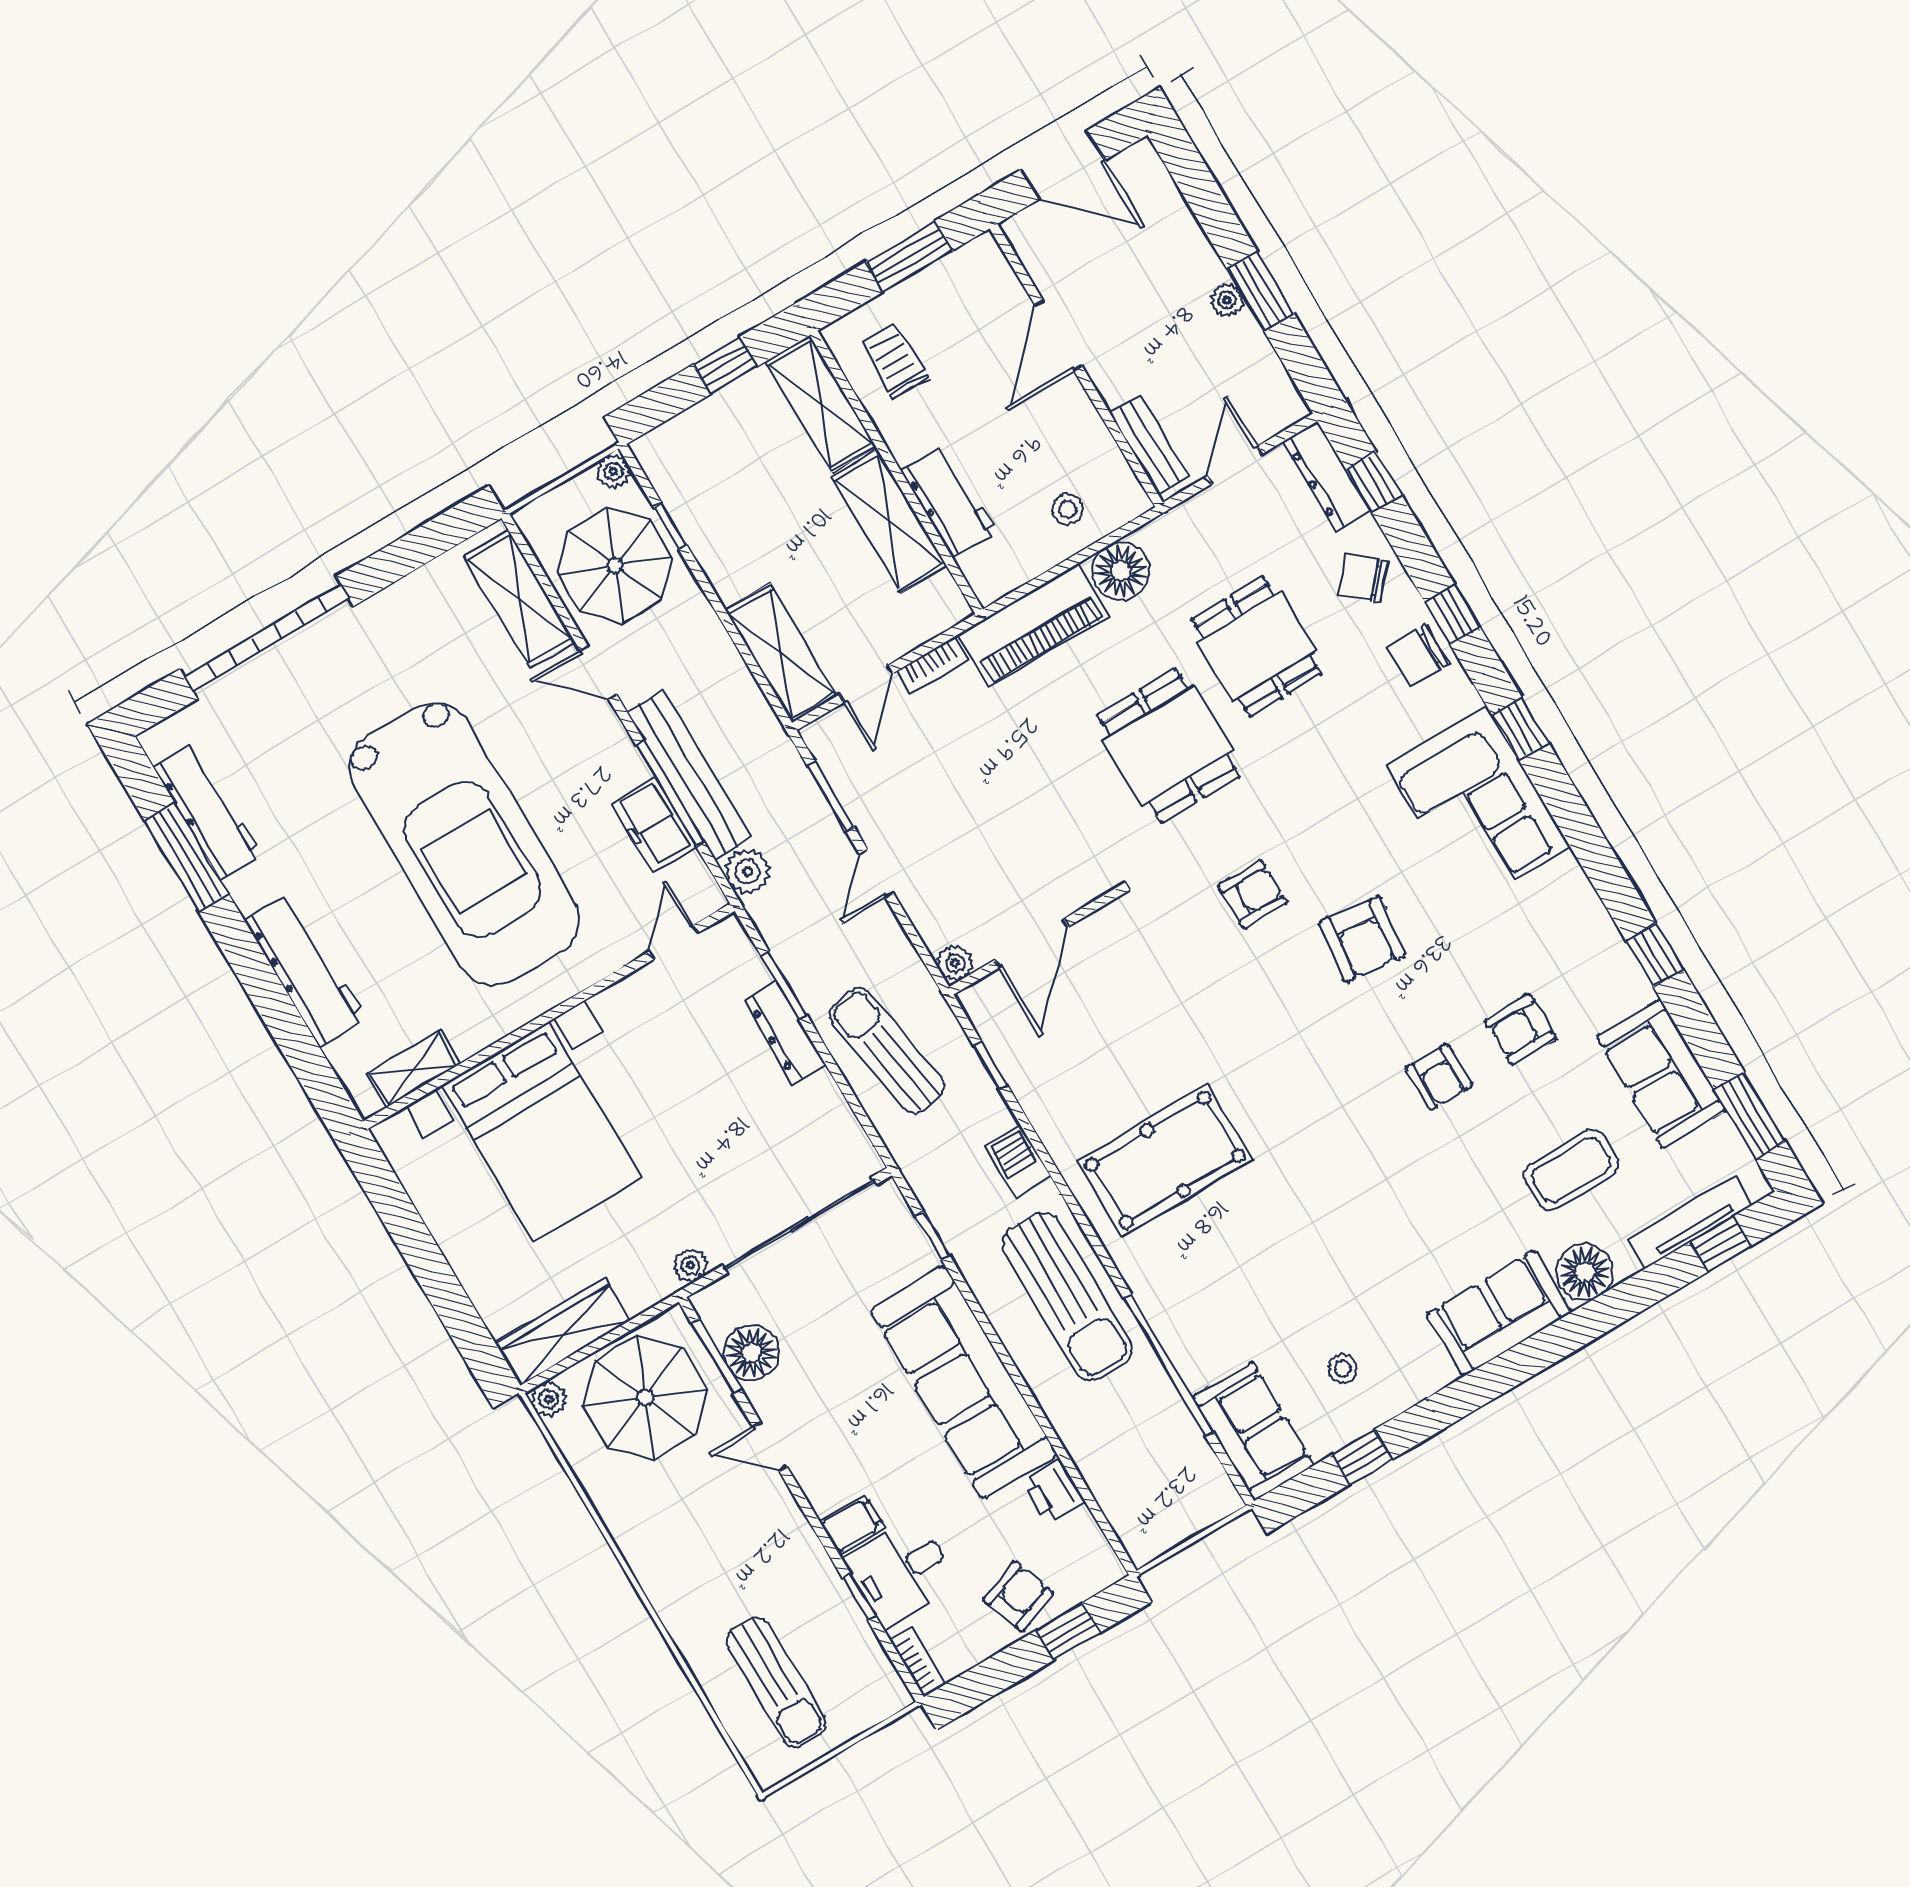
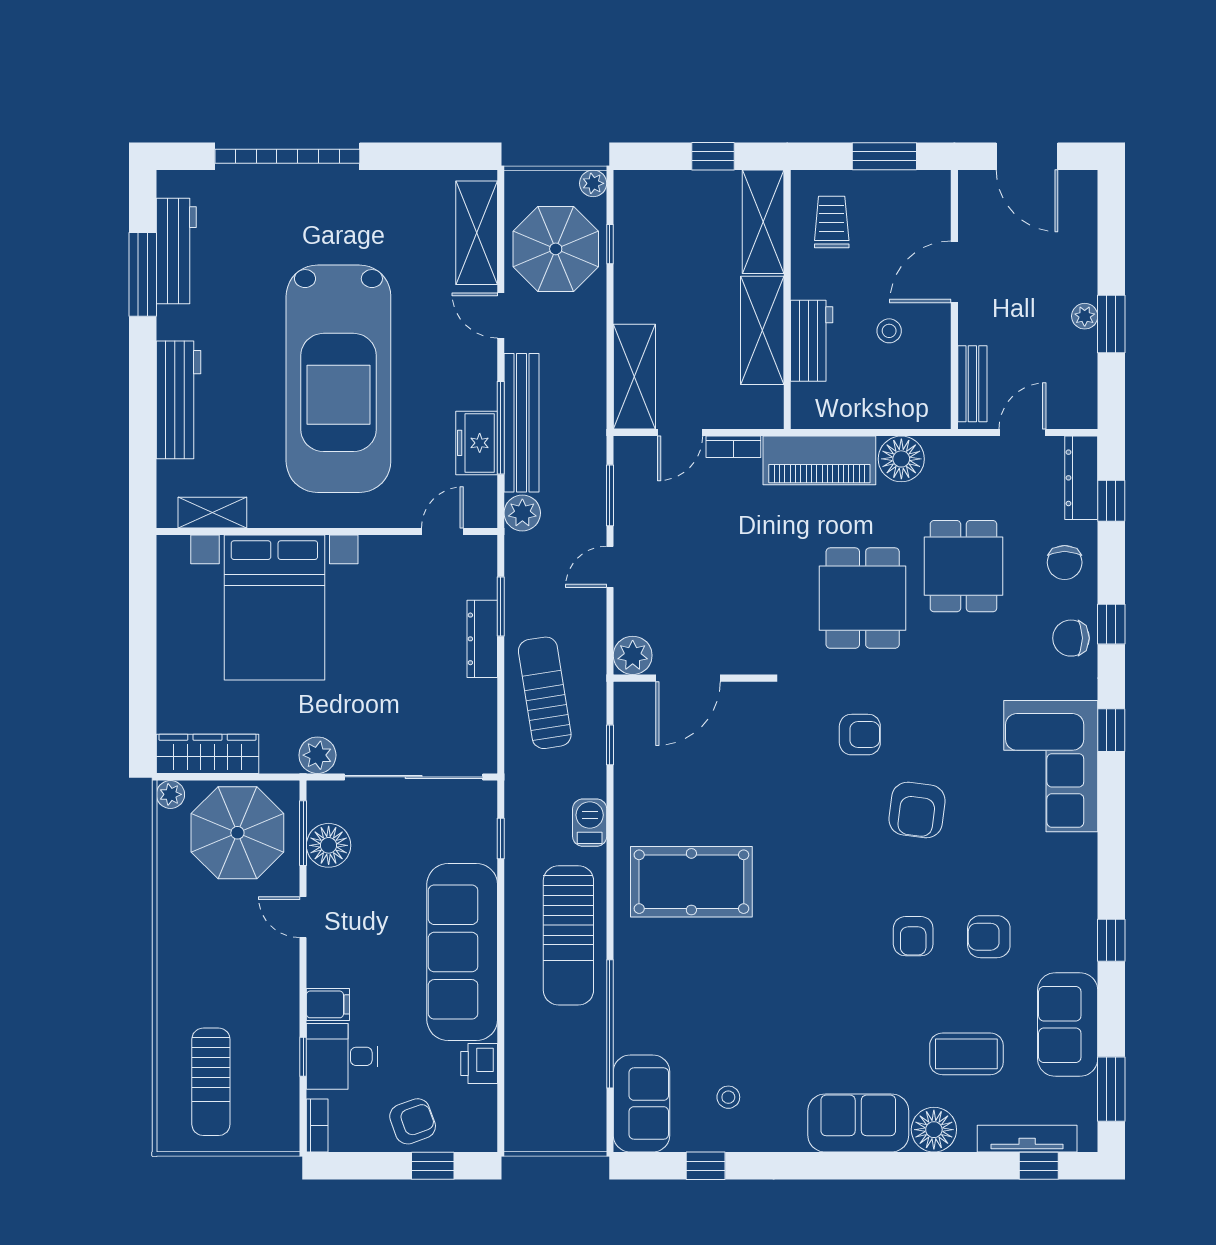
stool: (1068, 509) -> (889, 331), moved
chair: (1363, 578) -> (1065, 562), turned -131
plant: (955, 963) -> (633, 655), width x1.38, depth x1.38
plant: (690, 1265) -> (317, 755), width x1.38, depth x1.38

